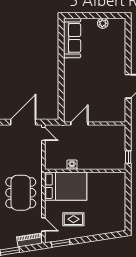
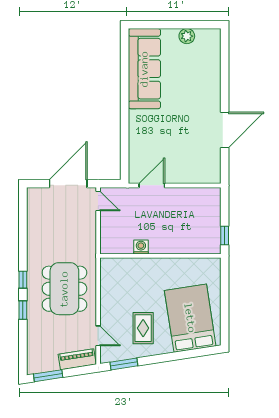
sofa: (72, 38) -> (144, 69), width x1.36, depth x1.27
bed: (66, 186) -> (190, 318), moved, turned -99
rug: (73, 219) -> (143, 328), turned 90

